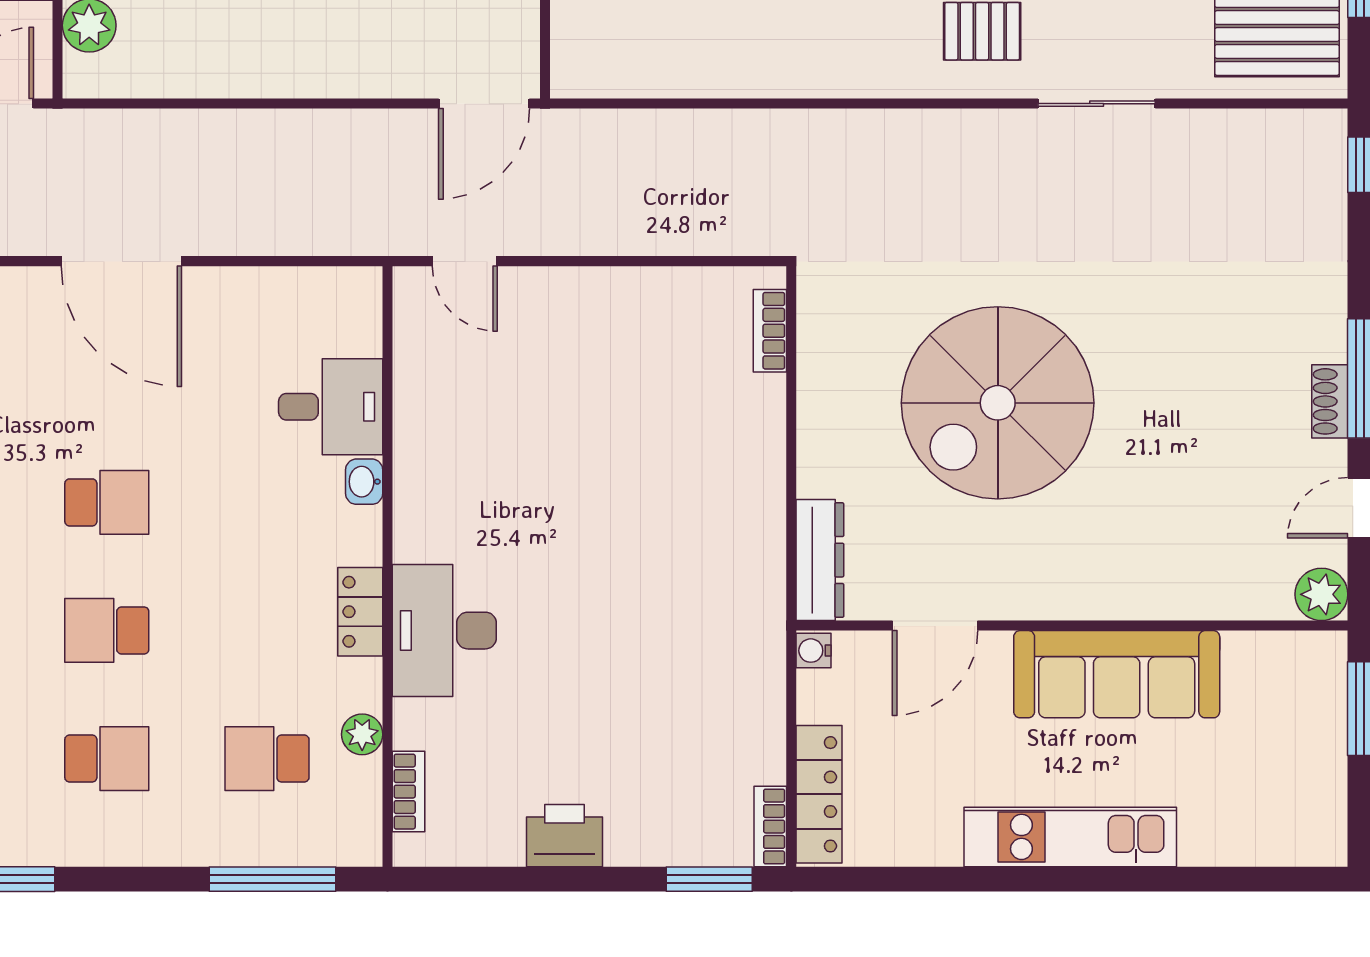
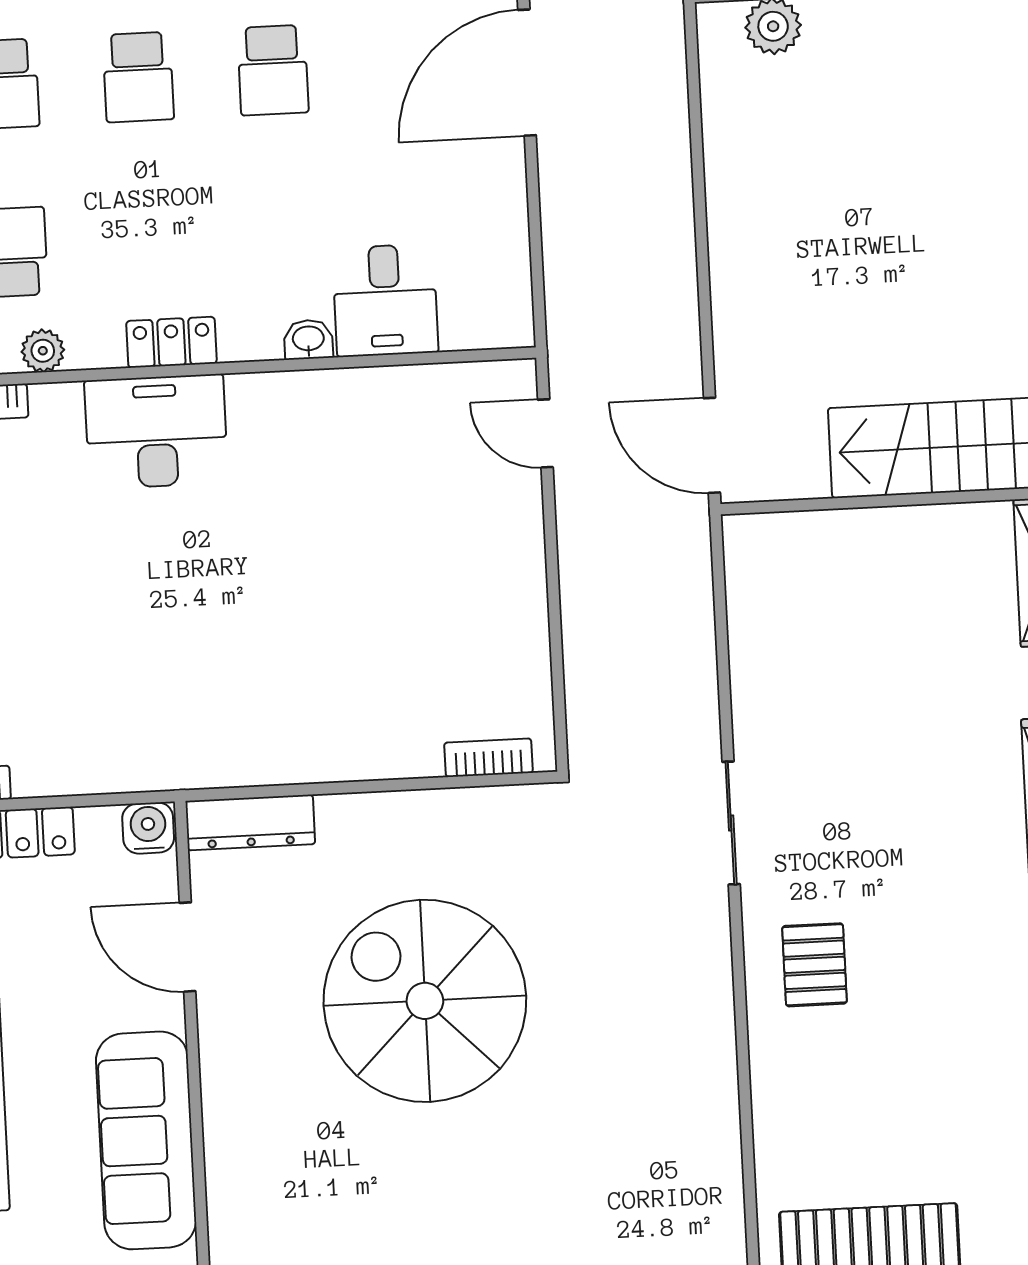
sliding door: (1097, 104) -> (731, 823), moved
door: (465, 261) -> (545, 433), hinge flipped
school desk: (107, 630) -> (138, 77), turned 180
water cooler: (814, 651) -> (148, 828), width x1.38, depth x1.38

